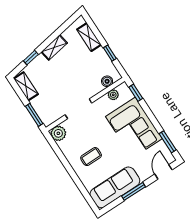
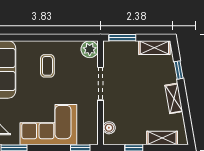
plant: (113, 95) -> (92, 125), removed

